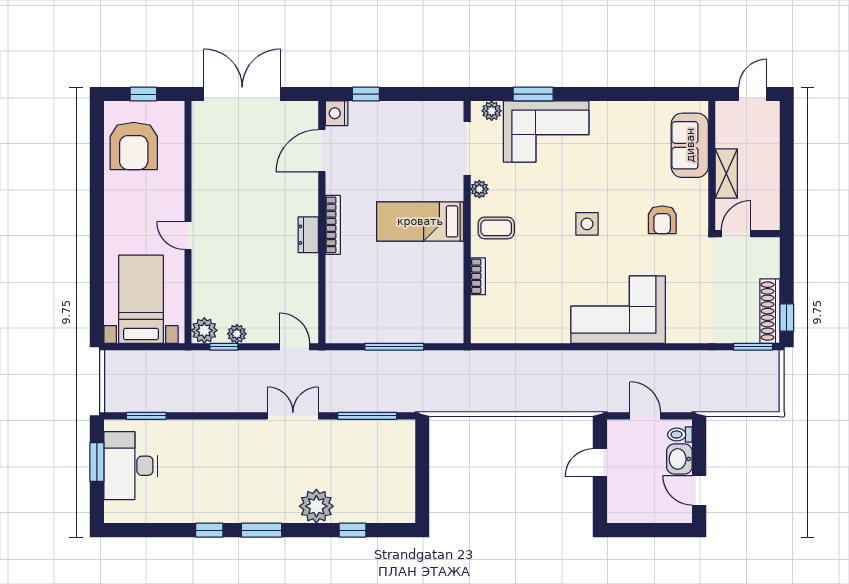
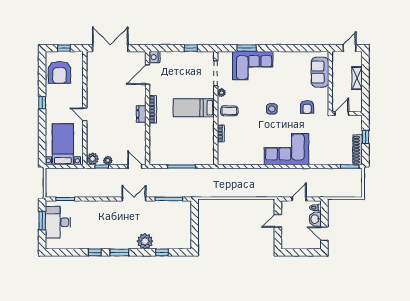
window: (366, 94) -> (191, 48), moved
plant: (492, 111) -> (227, 56), removed
shelving: (726, 173) -> (357, 78), moved
window: (97, 211) -> (42, 103), added
window: (787, 317) -> (365, 137), moved
door: (645, 416) -> (299, 199), hinge flipped

